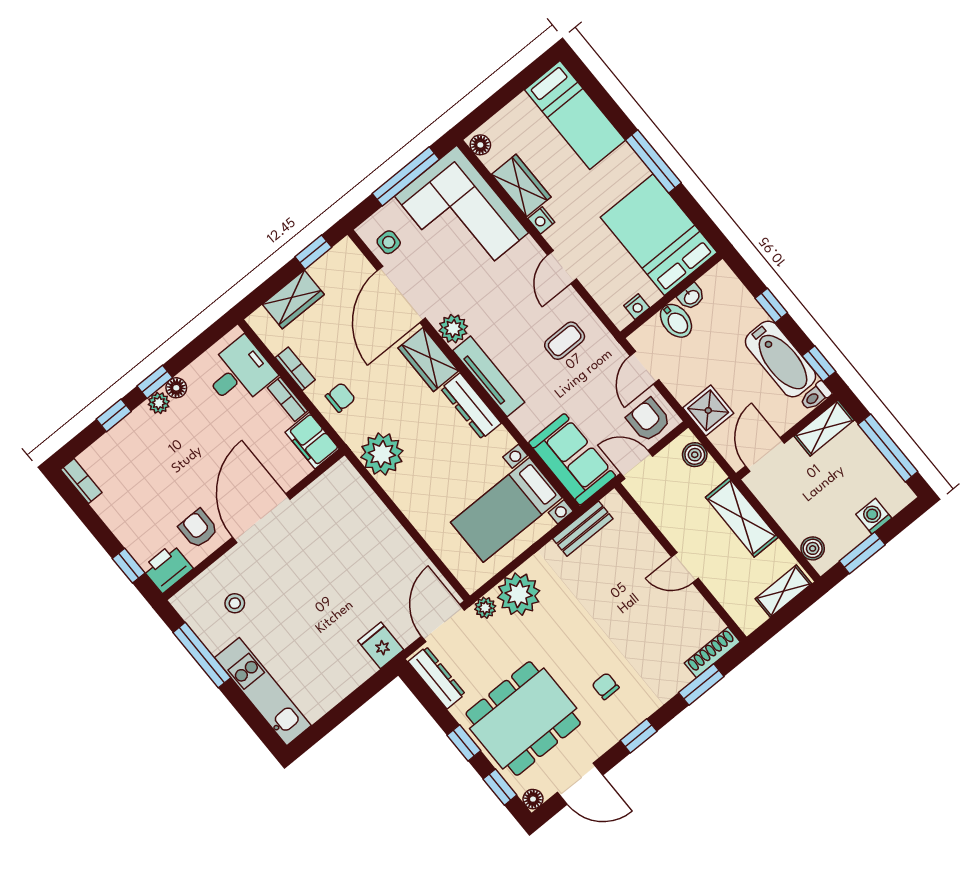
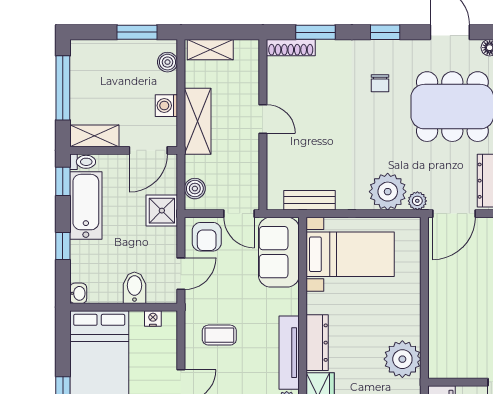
washbasin: (691, 297) -> (78, 293), moved, turned 90
washing machine: (874, 516) -> (166, 106), moved, turned 90

